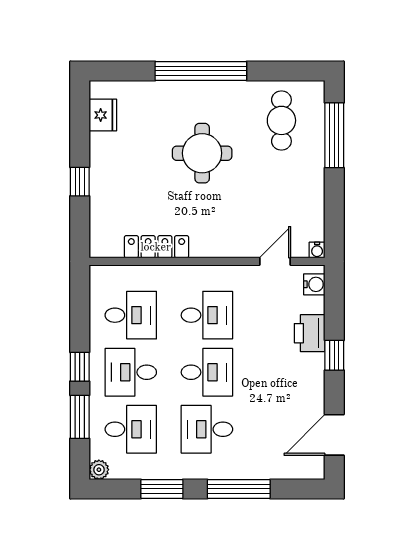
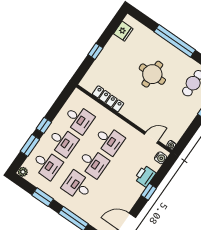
desk: (131, 372) -> (63, 142), turned 180

